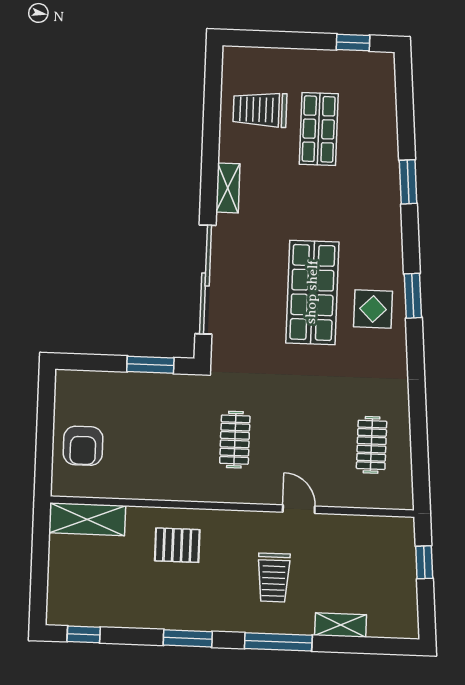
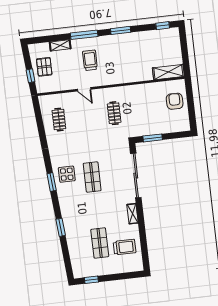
shop shelf: (312, 292) -> (92, 177), width x0.70, depth x0.74
pallet: (177, 545) -> (44, 67), moved, turned 90

